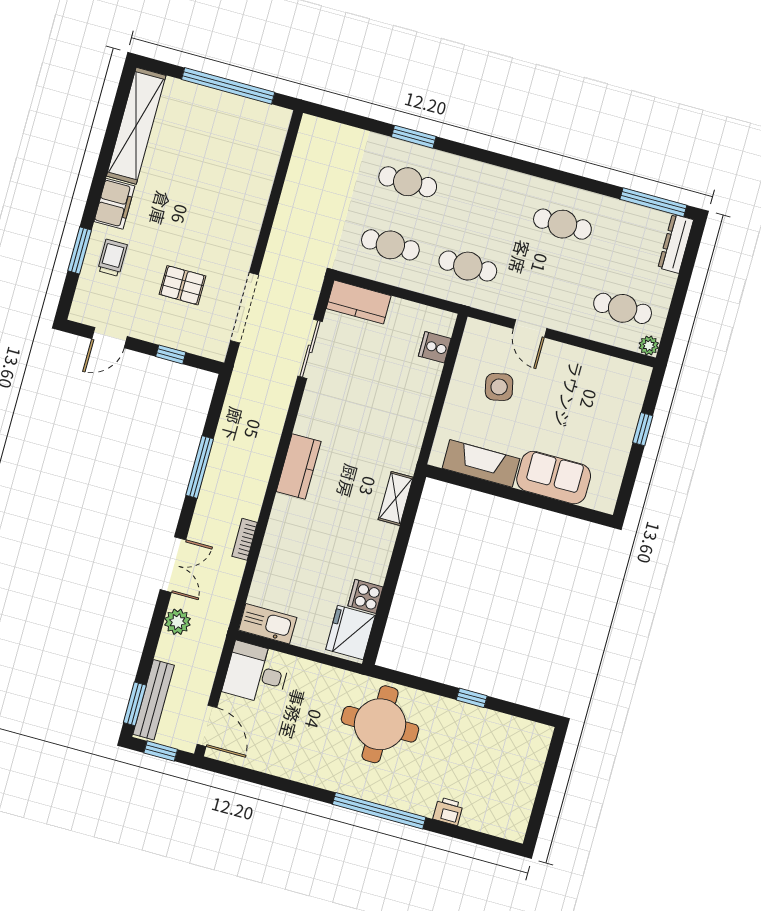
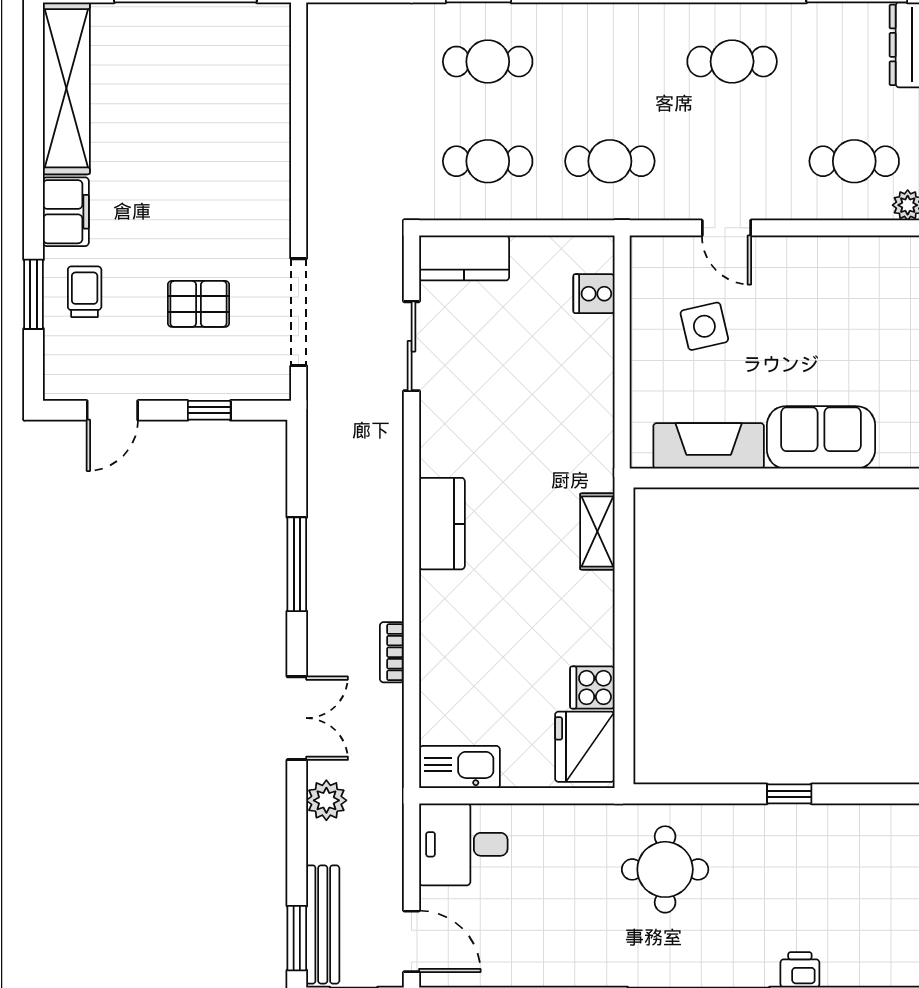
round table: (380, 724) -> (665, 869), width x0.73, depth x0.73

